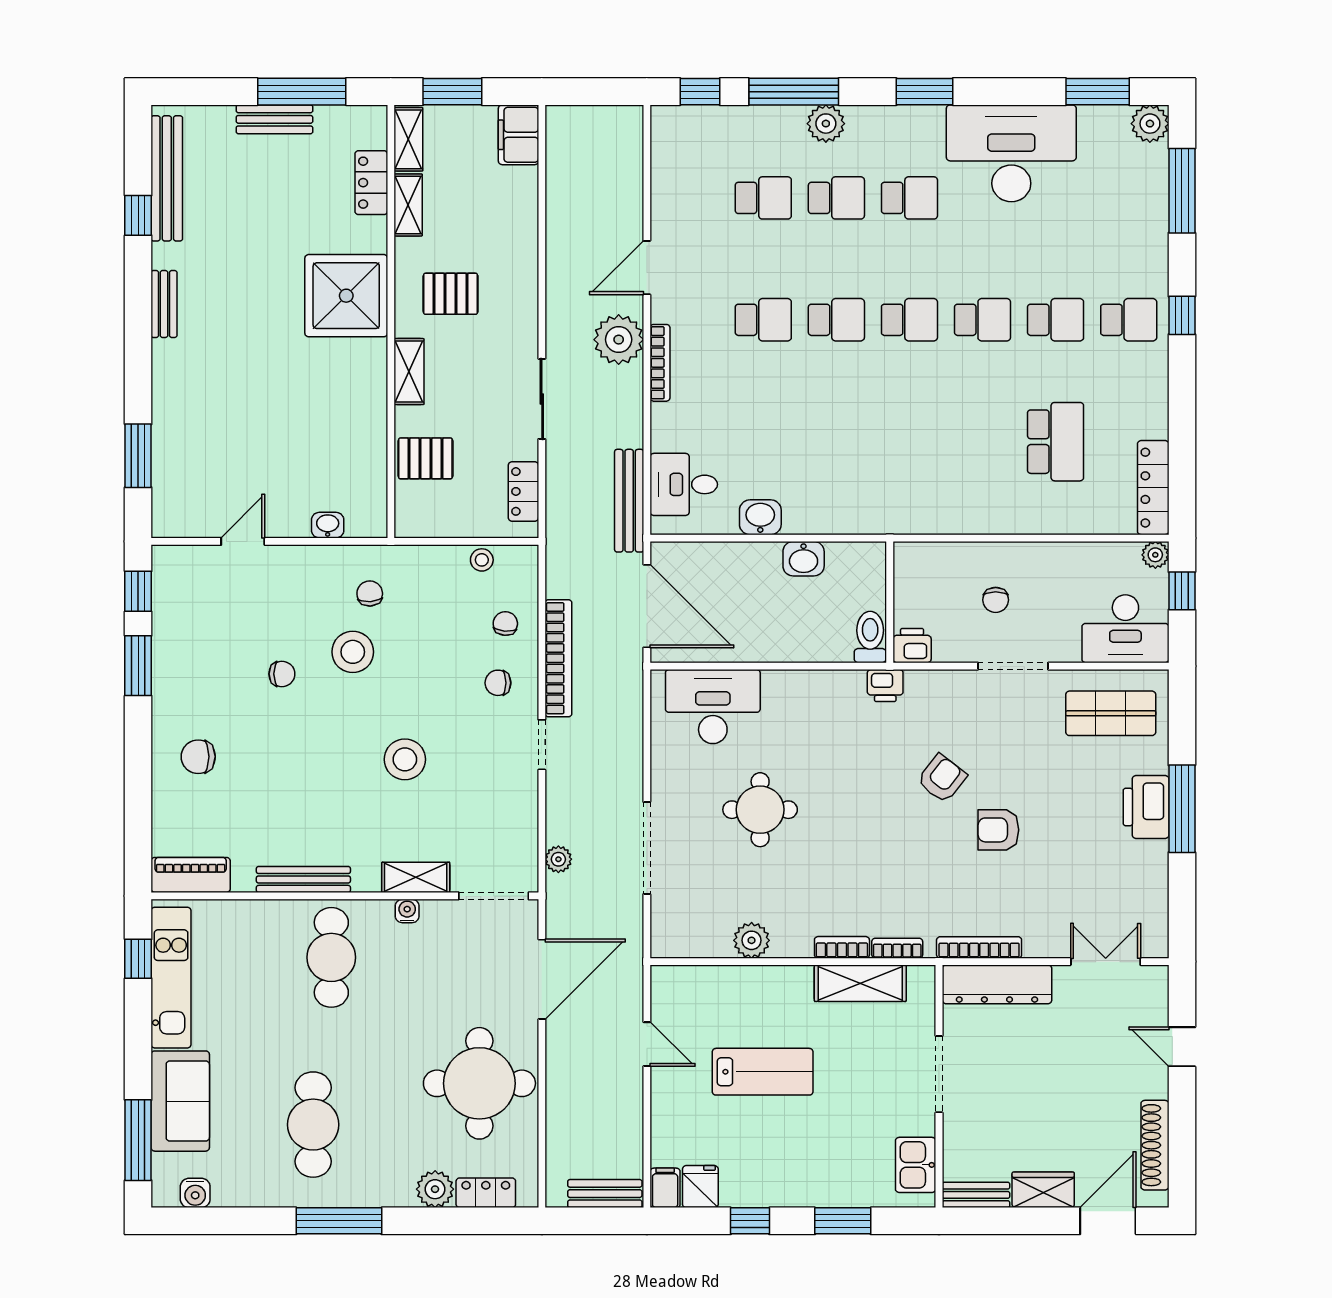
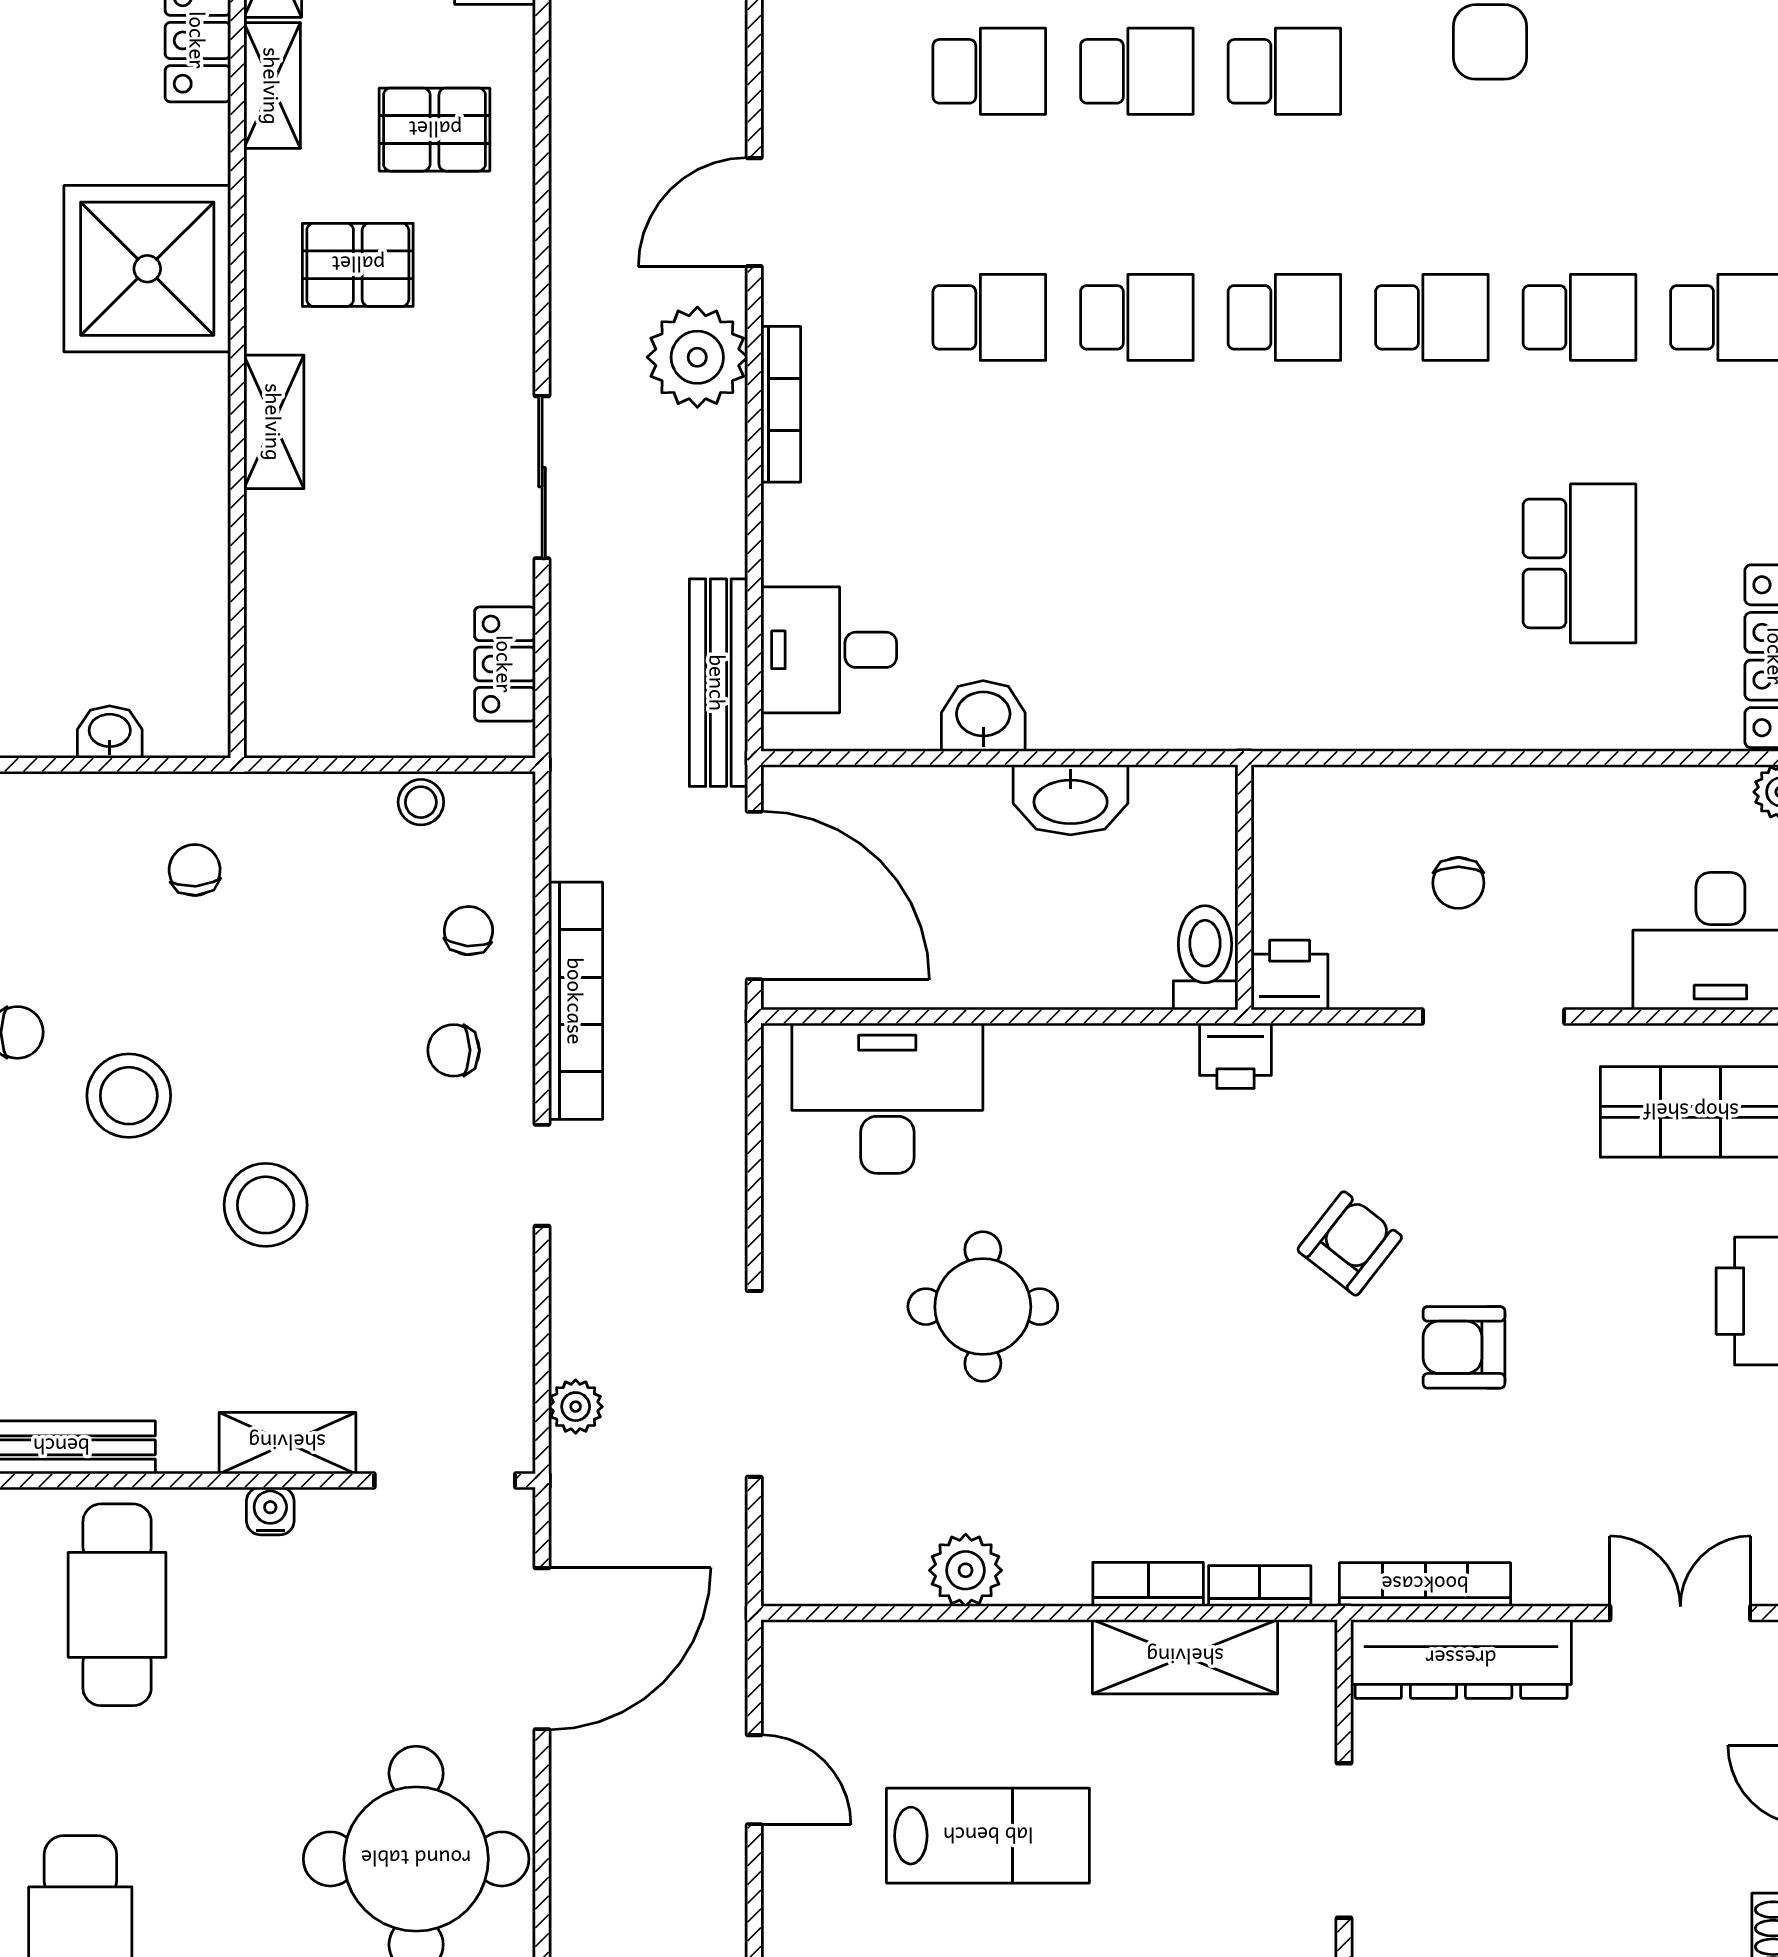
pallet: (425, 458) -> (435, 130), moved
washbasin: (804, 559) -> (1071, 800), width x1.38
stool: (353, 652) -> (129, 1096), moved

